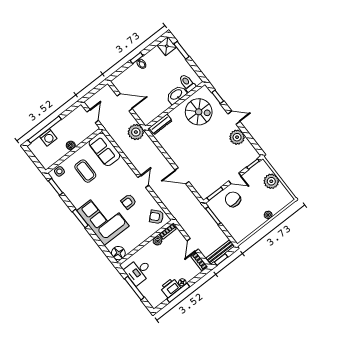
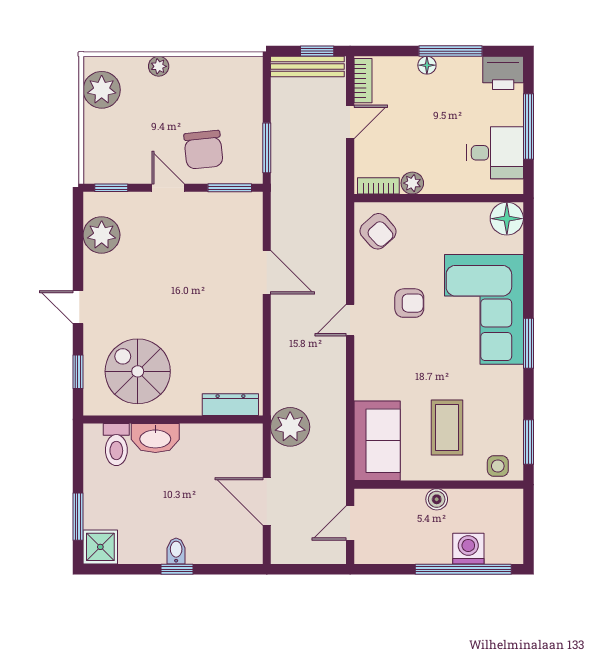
plant: (237, 137) -> (102, 235), moved
plant: (271, 181) -> (102, 90), moved
printer: (170, 288) -> (503, 73), moved

